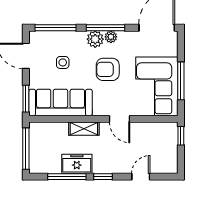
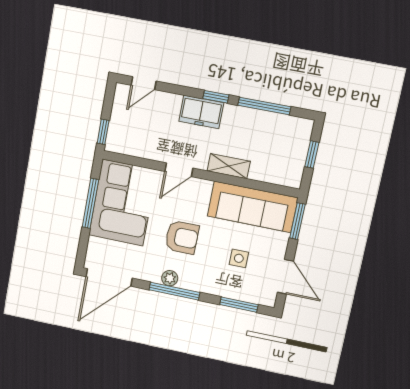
window: (56, 28) -> (239, 305), width x0.69
plant: (95, 39) -> (190, 279), removed
door: (120, 119) -> (179, 170), swing flipped
window: (26, 149) -> (312, 154), width x0.46
freezer: (77, 164) -> (201, 112), moved
door: (141, 177) -> (144, 83), moved

